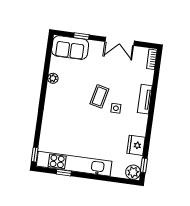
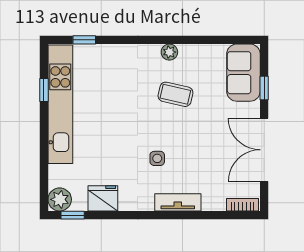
double door: (120, 41) -> (264, 150), width x1.37
plant: (53, 78) -> (169, 52), moved
coffee table: (99, 96) -> (175, 94), moved
window: (35, 155) -> (84, 40), moved

